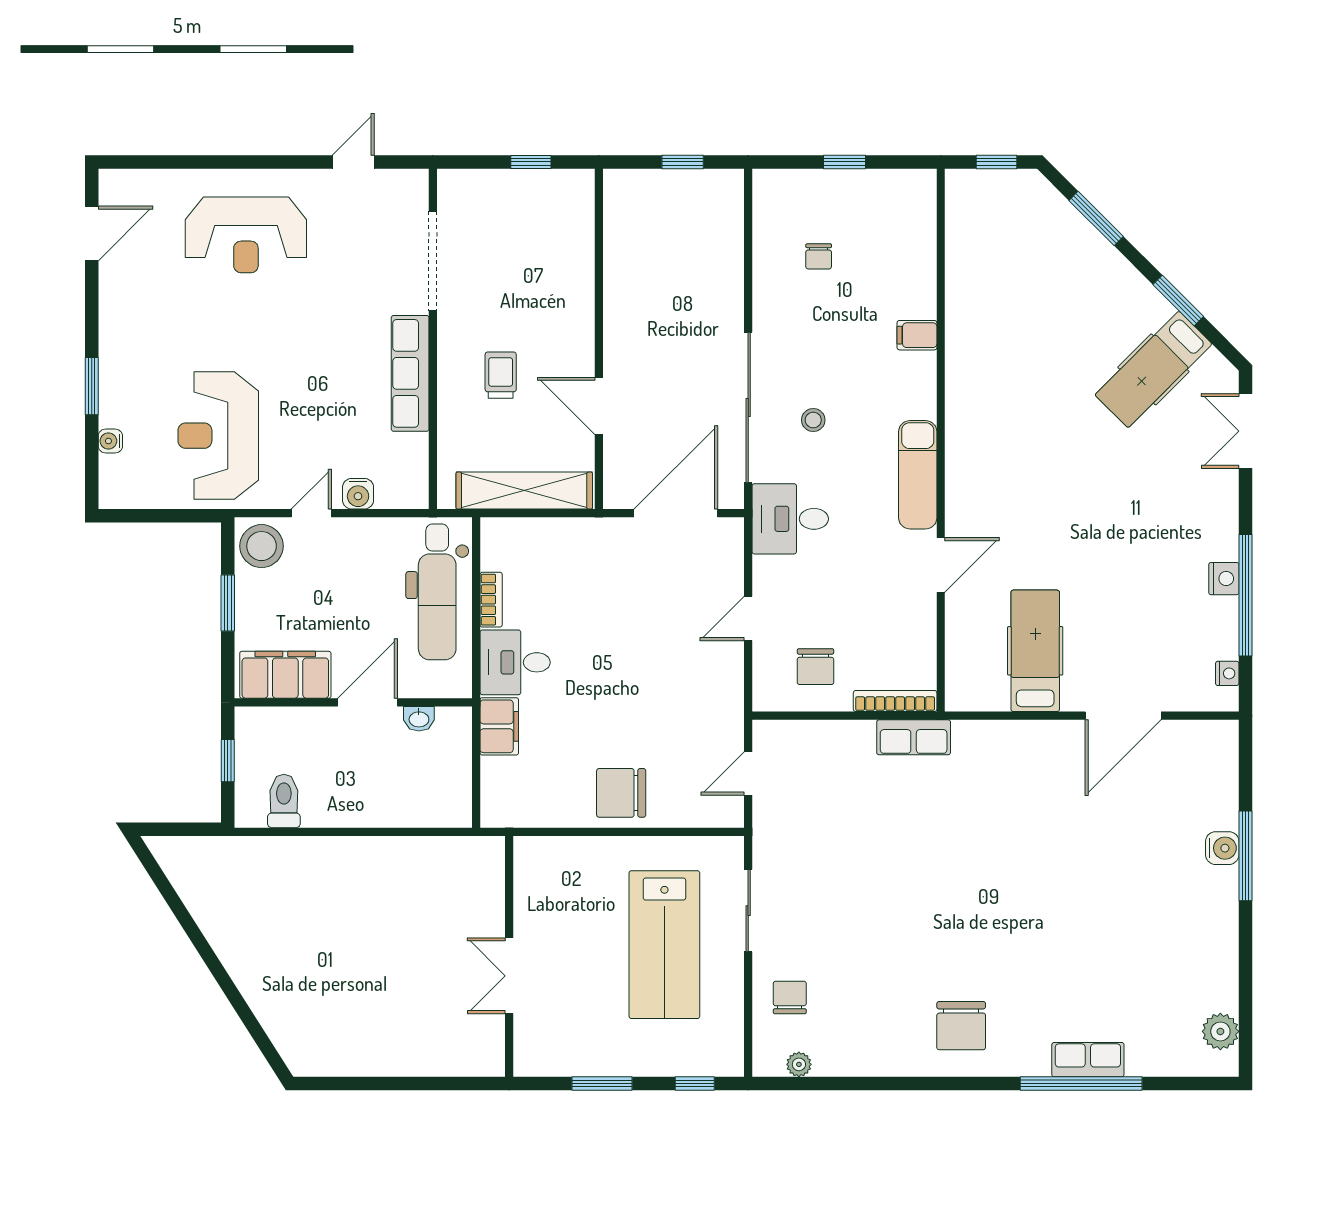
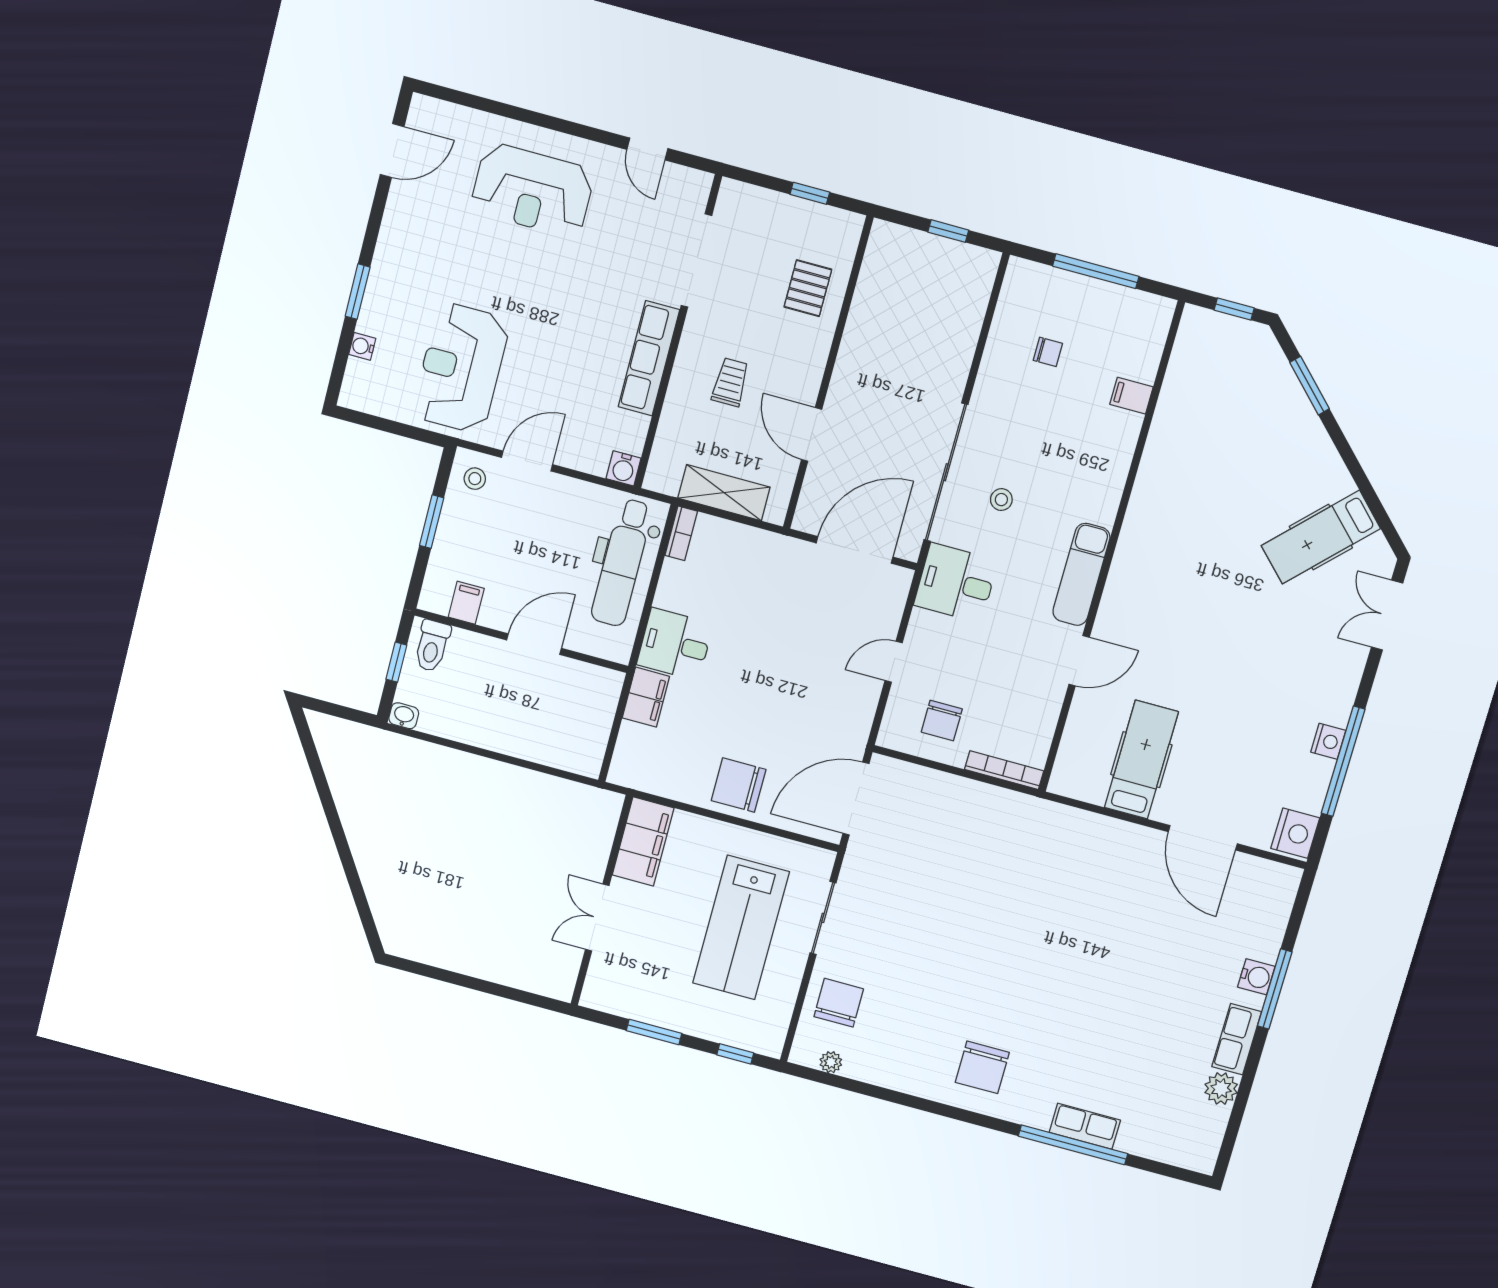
door: (353, 162) -> (647, 149), swing flipped
window: (845, 162) -> (1096, 271), width x2.17
chair: (819, 256) -> (1048, 352), turned -90
pallet: (555, 258) -> (808, 288), added
window: (1178, 301) -> (1362, 481), removed
filing cabinet: (917, 335) -> (1131, 396), moved
shelving: (524, 491) -> (724, 493), width x0.68
water cooler: (358, 494) -> (624, 468), moved
door: (311, 513) -> (527, 461), width x1.37
stool: (262, 546) -> (475, 479), width x0.53, depth x0.53
bookcase: (491, 600) -> (681, 533), moved
nightstand: (1227, 673) -> (1295, 833), width x1.89, depth x1.79
filing cabinet: (285, 675) -> (466, 603), width x0.33, depth x0.86
door: (1123, 716) -> (1203, 838), hinge flipped
washbasin: (419, 719) -> (404, 716), moved, turned 180
row of seats: (914, 737) -> (1237, 1039), moved, turned 90
door: (748, 773) -> (856, 798), width x1.87
toilet: (284, 801) -> (432, 646), moved, turned 180
filing cabinet: (536, 881) -> (643, 842), added
chair: (790, 997) -> (839, 1003), width x1.37, depth x1.37
plant: (1220, 1031) -> (1221, 1089), moved

